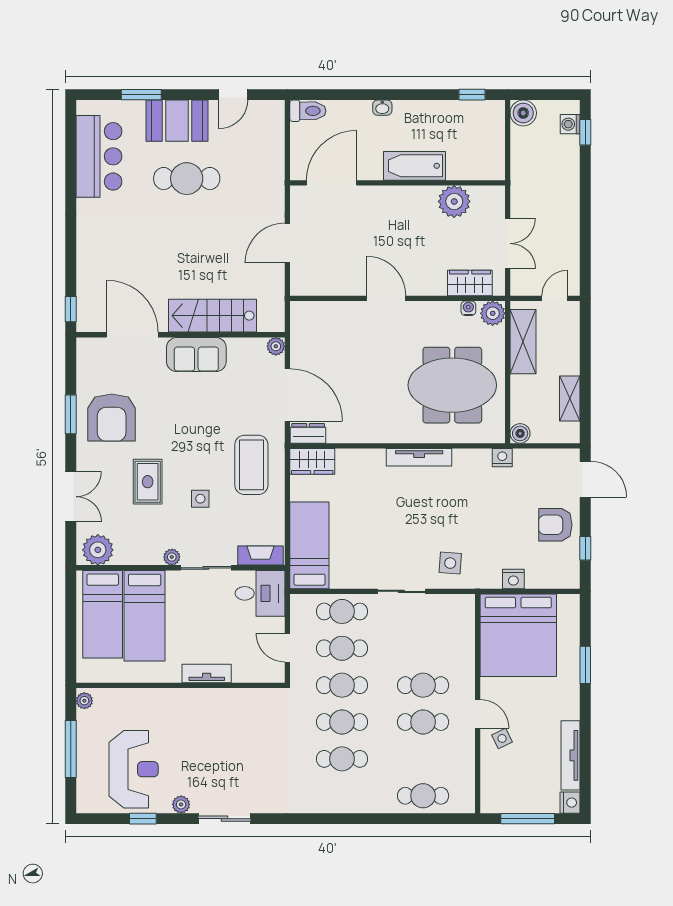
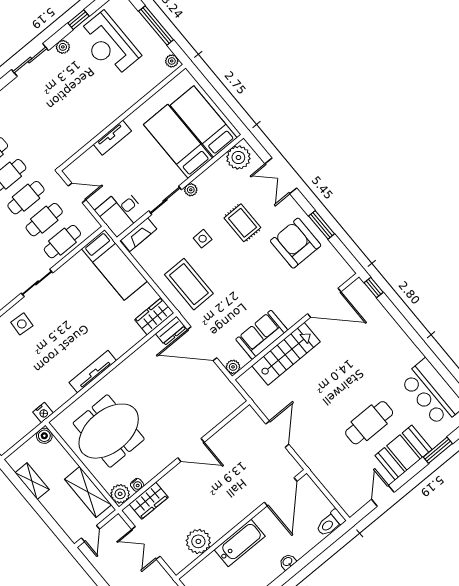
sofa: (196, 355) -> (262, 335), moved

